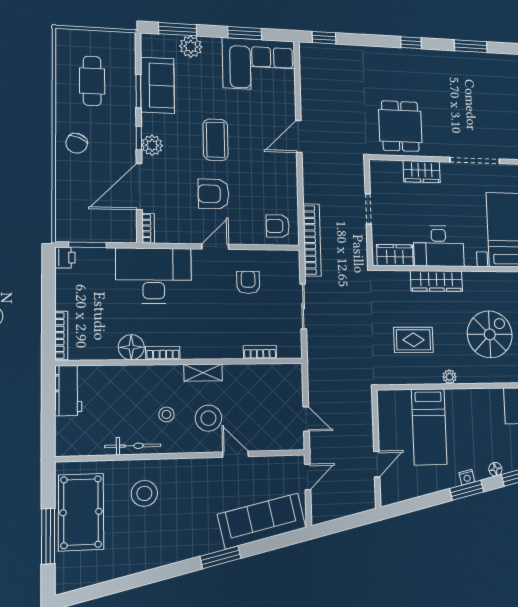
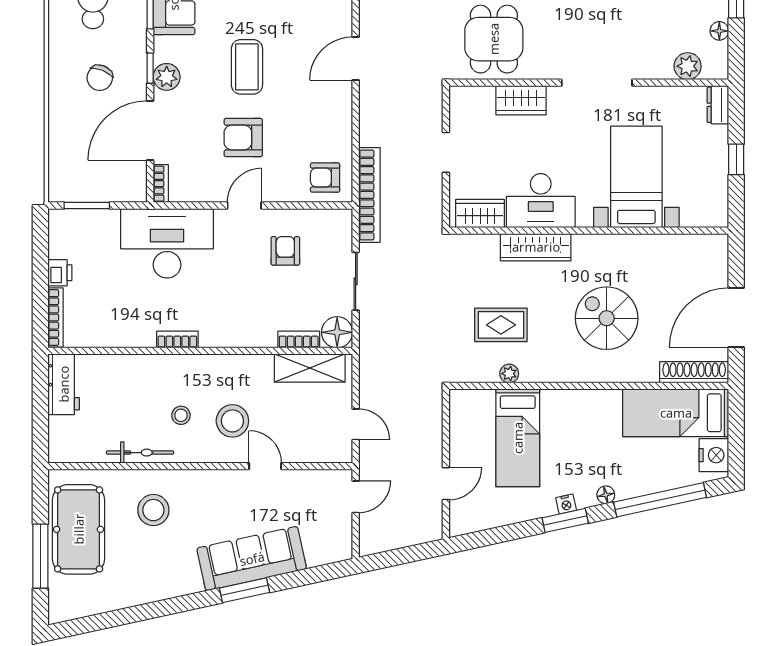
chair: (77, 143) -> (100, 78), moved
printer: (65, 258) -> (60, 273), moved
spiral stairs: (490, 334) -> (607, 318), turned -90
floor lamp: (131, 347) -> (337, 332), moved
shelving: (203, 373) -> (310, 368), moved, width x1.50, depth x1.33
plant: (450, 377) -> (509, 374), moved
sofa: (262, 521) -> (252, 559), moved

